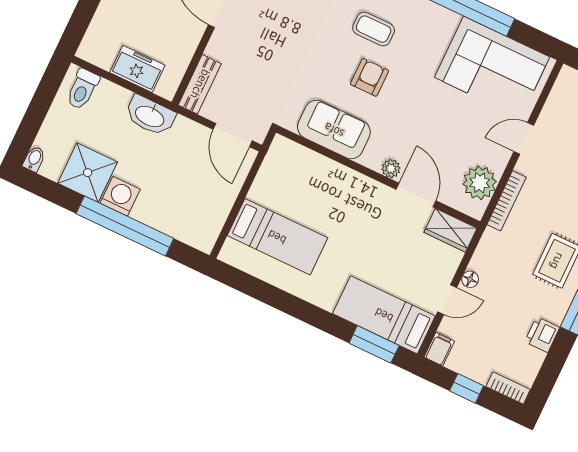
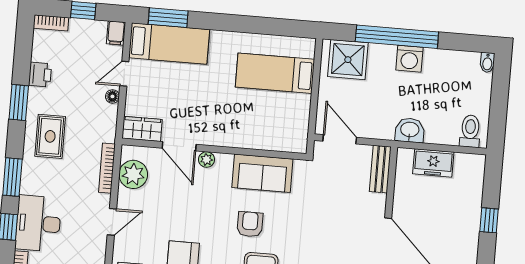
armchair: (369, 77) -> (250, 224), turned 180
washbasin: (150, 116) -> (410, 130), width x0.72
shower: (88, 173) -> (348, 60), moved

